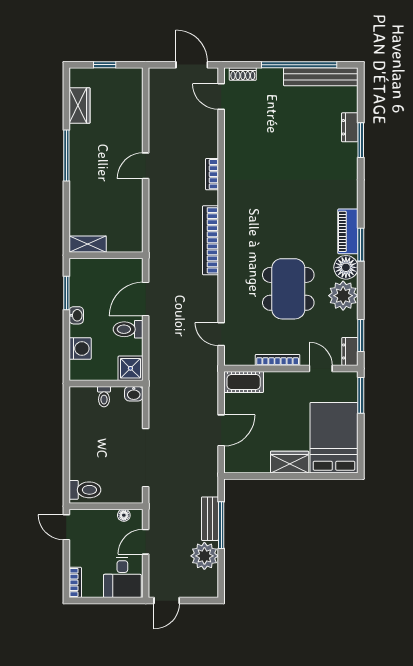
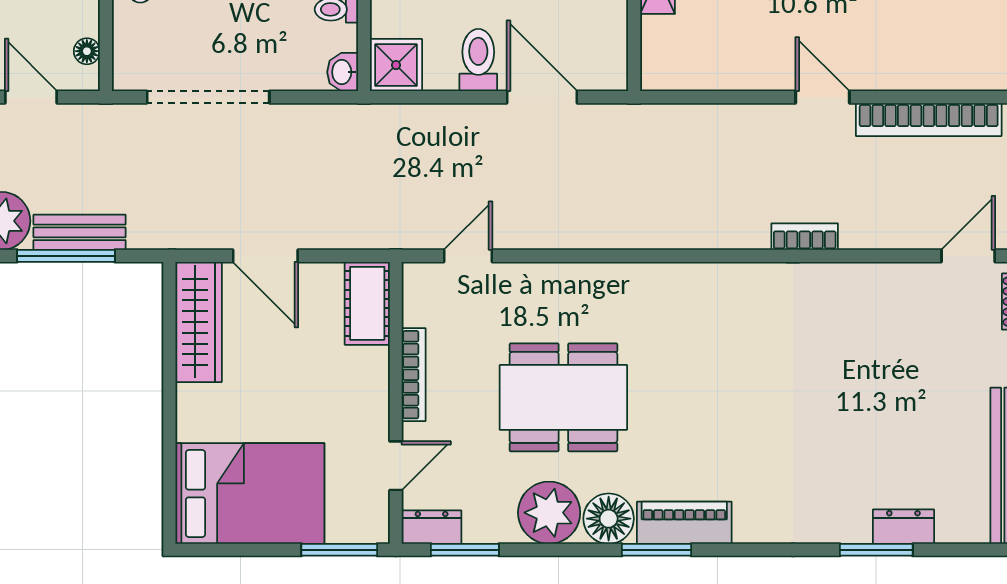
bookcase: (210, 240) -> (929, 120), moved, turned 180
wardrobe: (290, 462) -> (199, 322), moved, width x1.50

